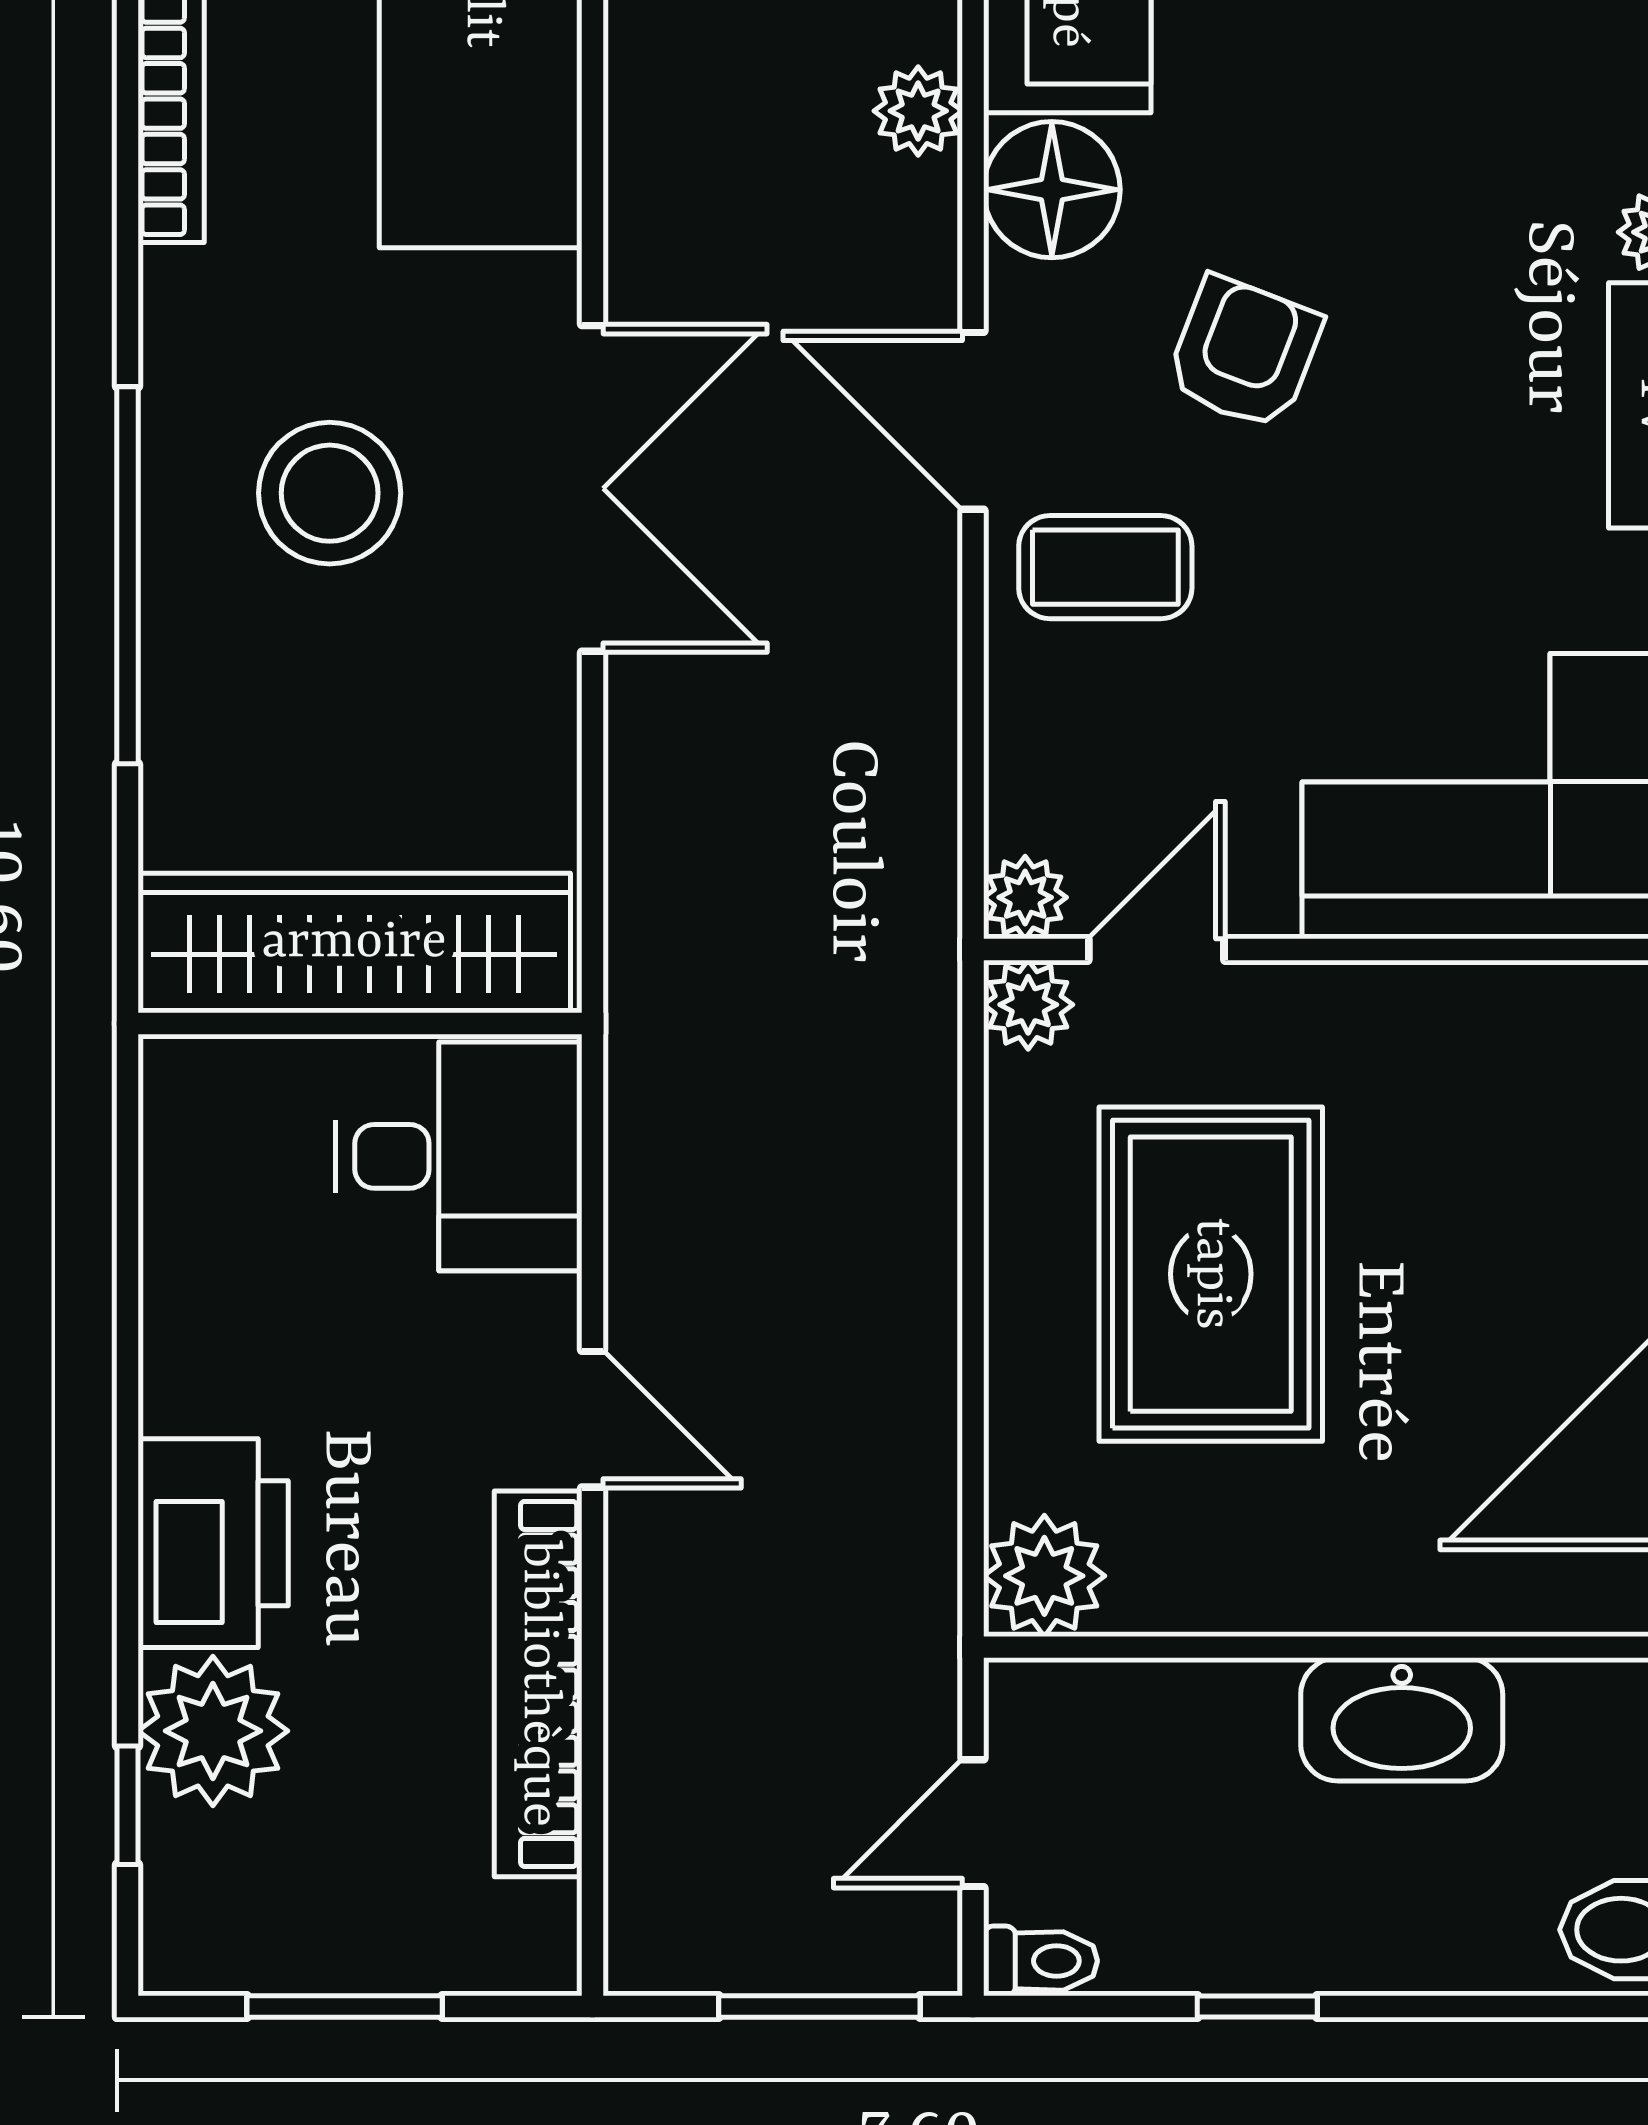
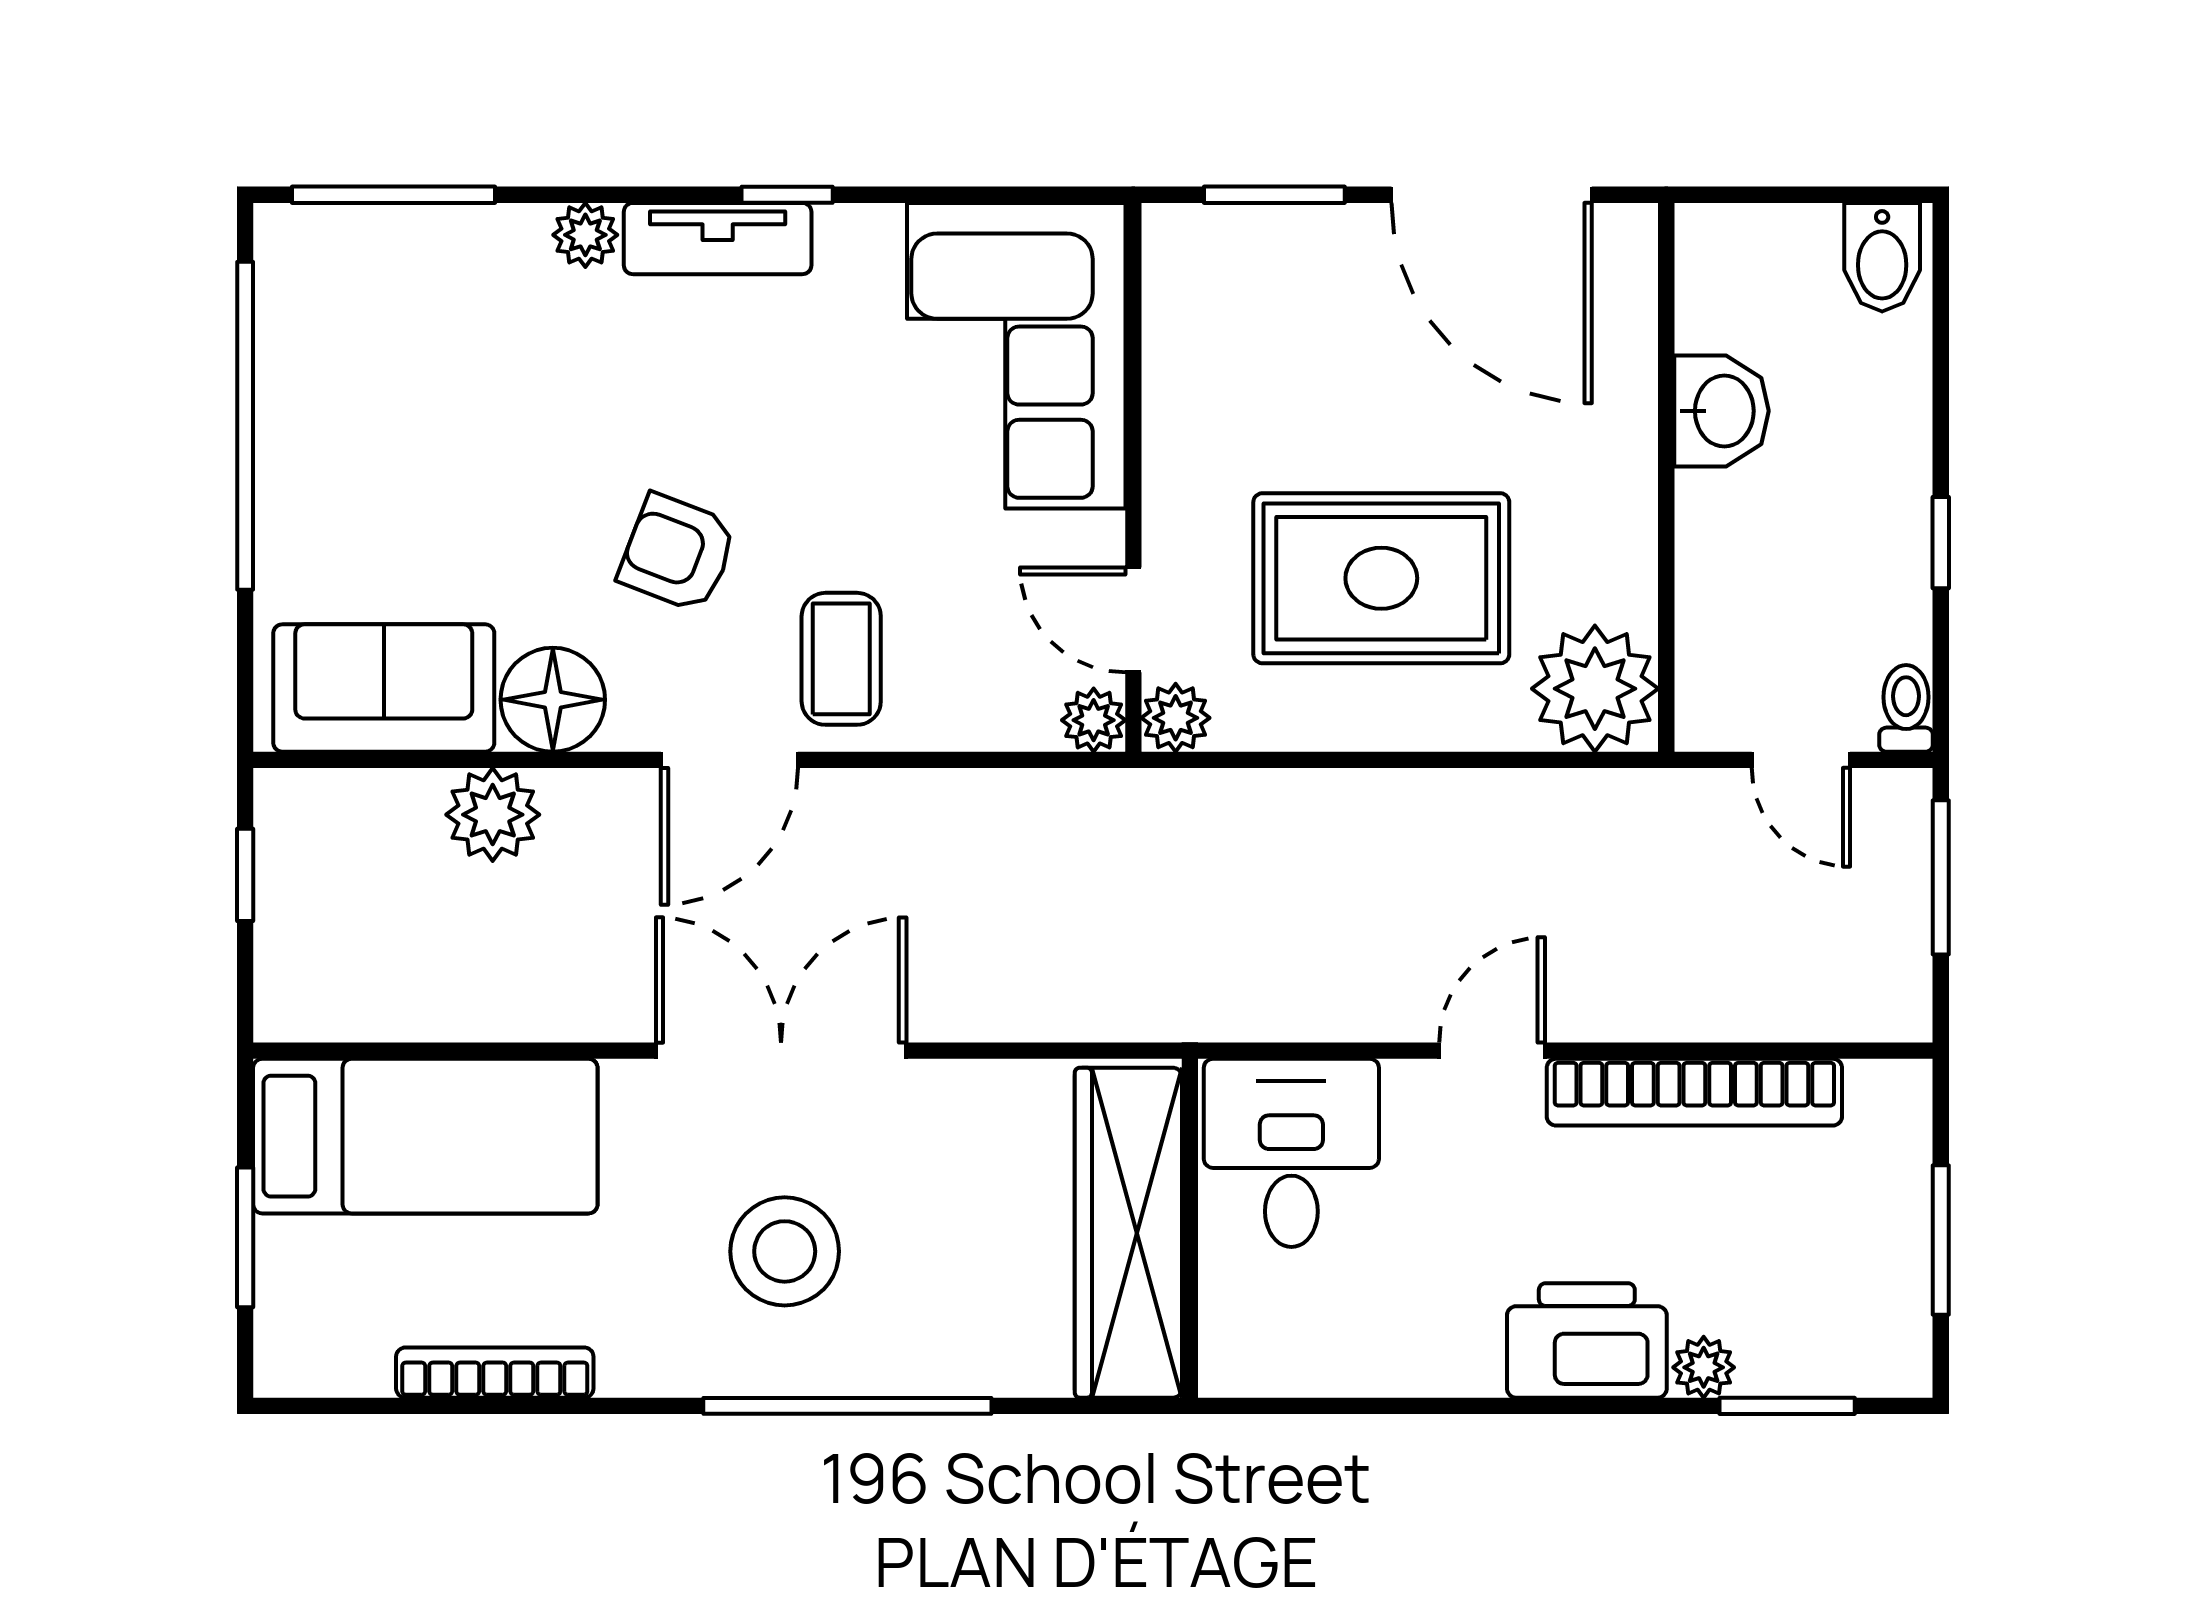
plant: (918, 111) -> (493, 815), width x1.38, depth x1.38
plant: (1044, 1576) -> (1595, 689), width x1.36, depth x1.36
washbasin: (1402, 1719) -> (1721, 411), width x0.72
plant: (213, 1731) -> (1704, 1367), width x0.53, depth x0.53
window: (127, 1805) -> (1787, 1406), width x1.50

